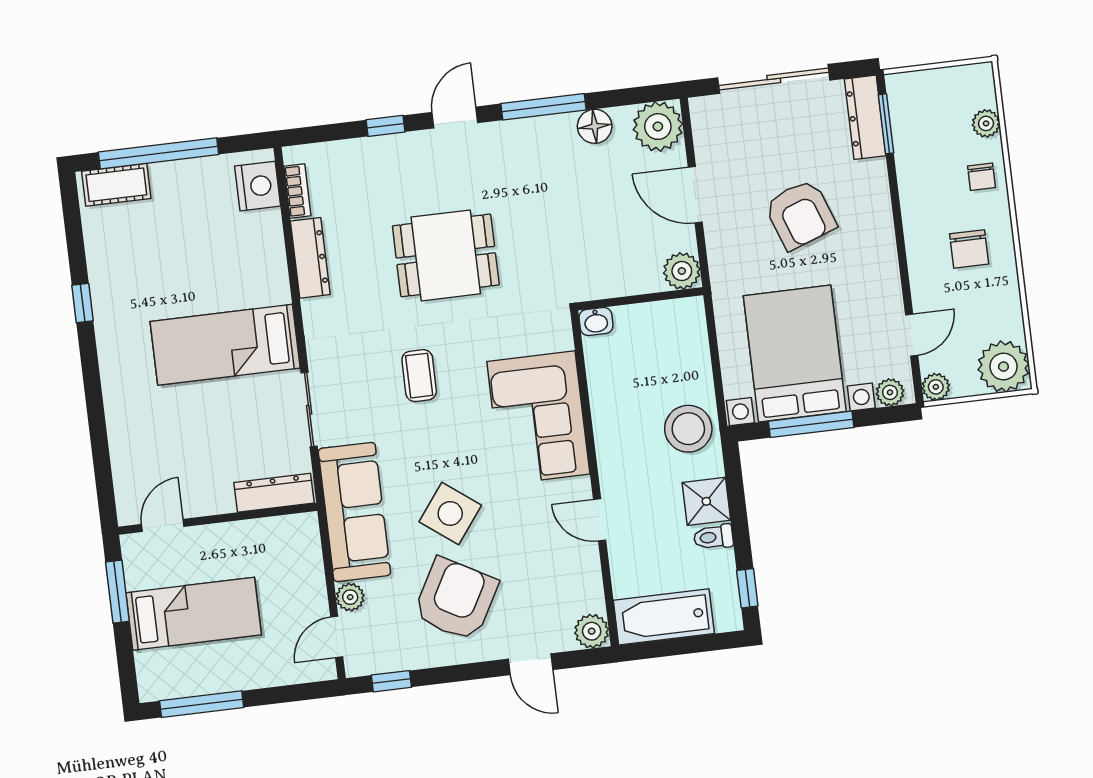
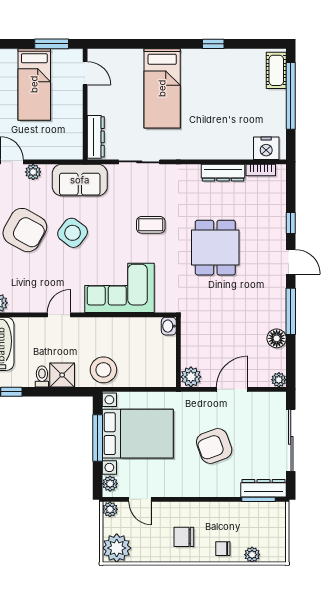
plant: (658, 127) -> (279, 380), width x0.53, depth x0.53
bed: (225, 345) -> (162, 88), moved, turned 180
sofa: (354, 512) -> (80, 180), width x0.73

